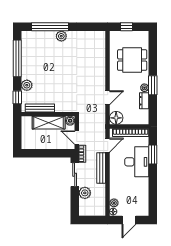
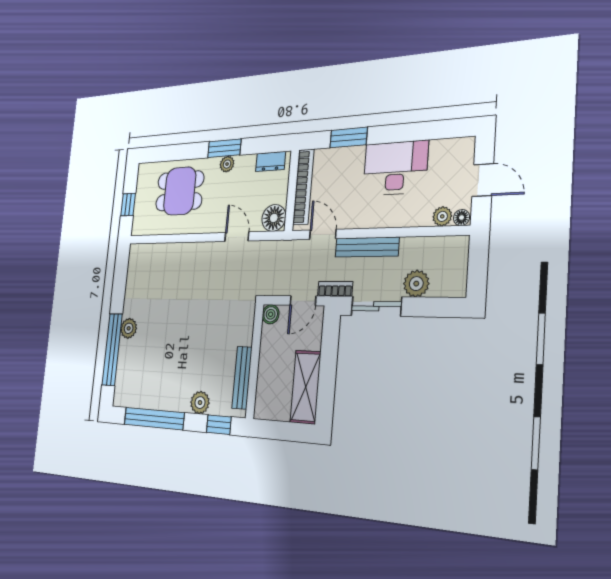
dining table: (132, 60) -> (180, 191), turned 90
dresser: (144, 101) -> (271, 161), moved
shelving: (49, 123) -> (306, 387), moved
desk: (137, 162) -> (395, 168), moved

